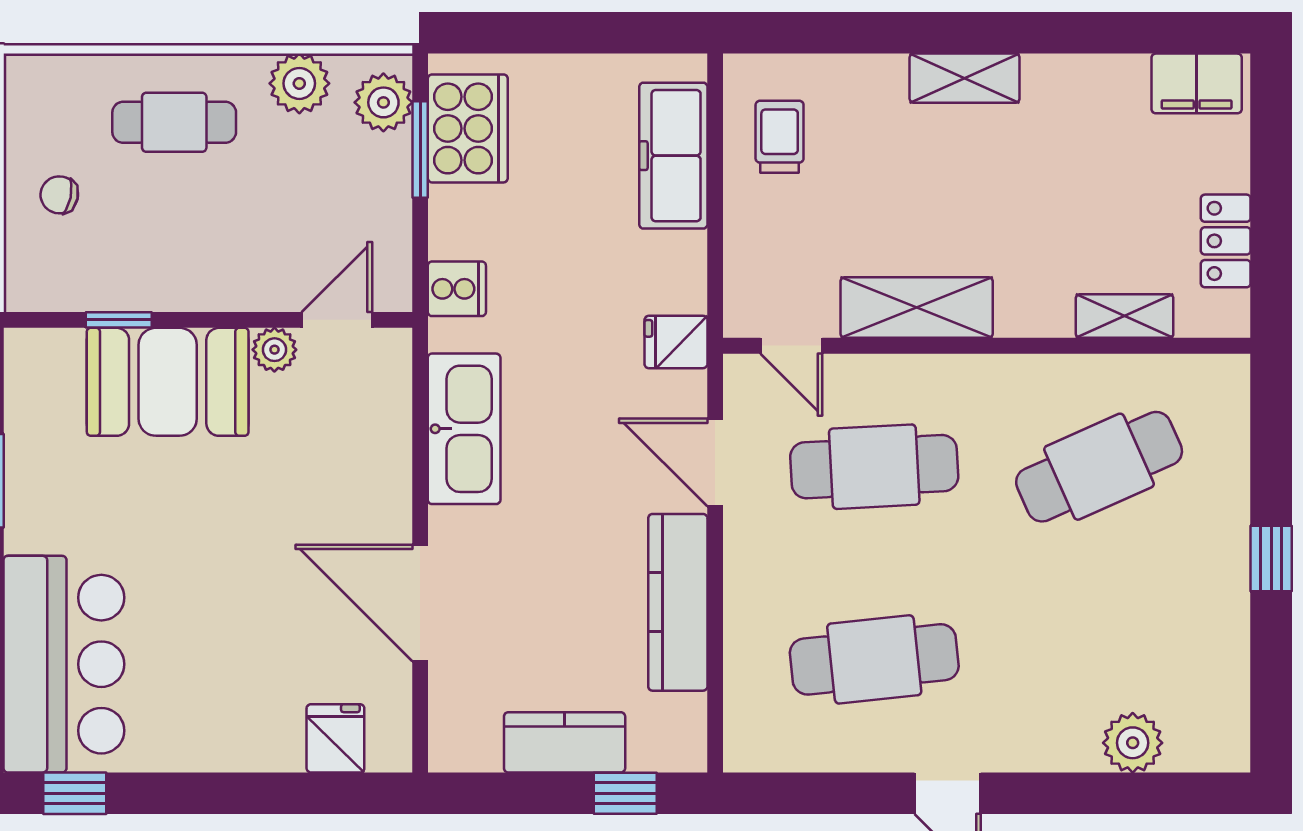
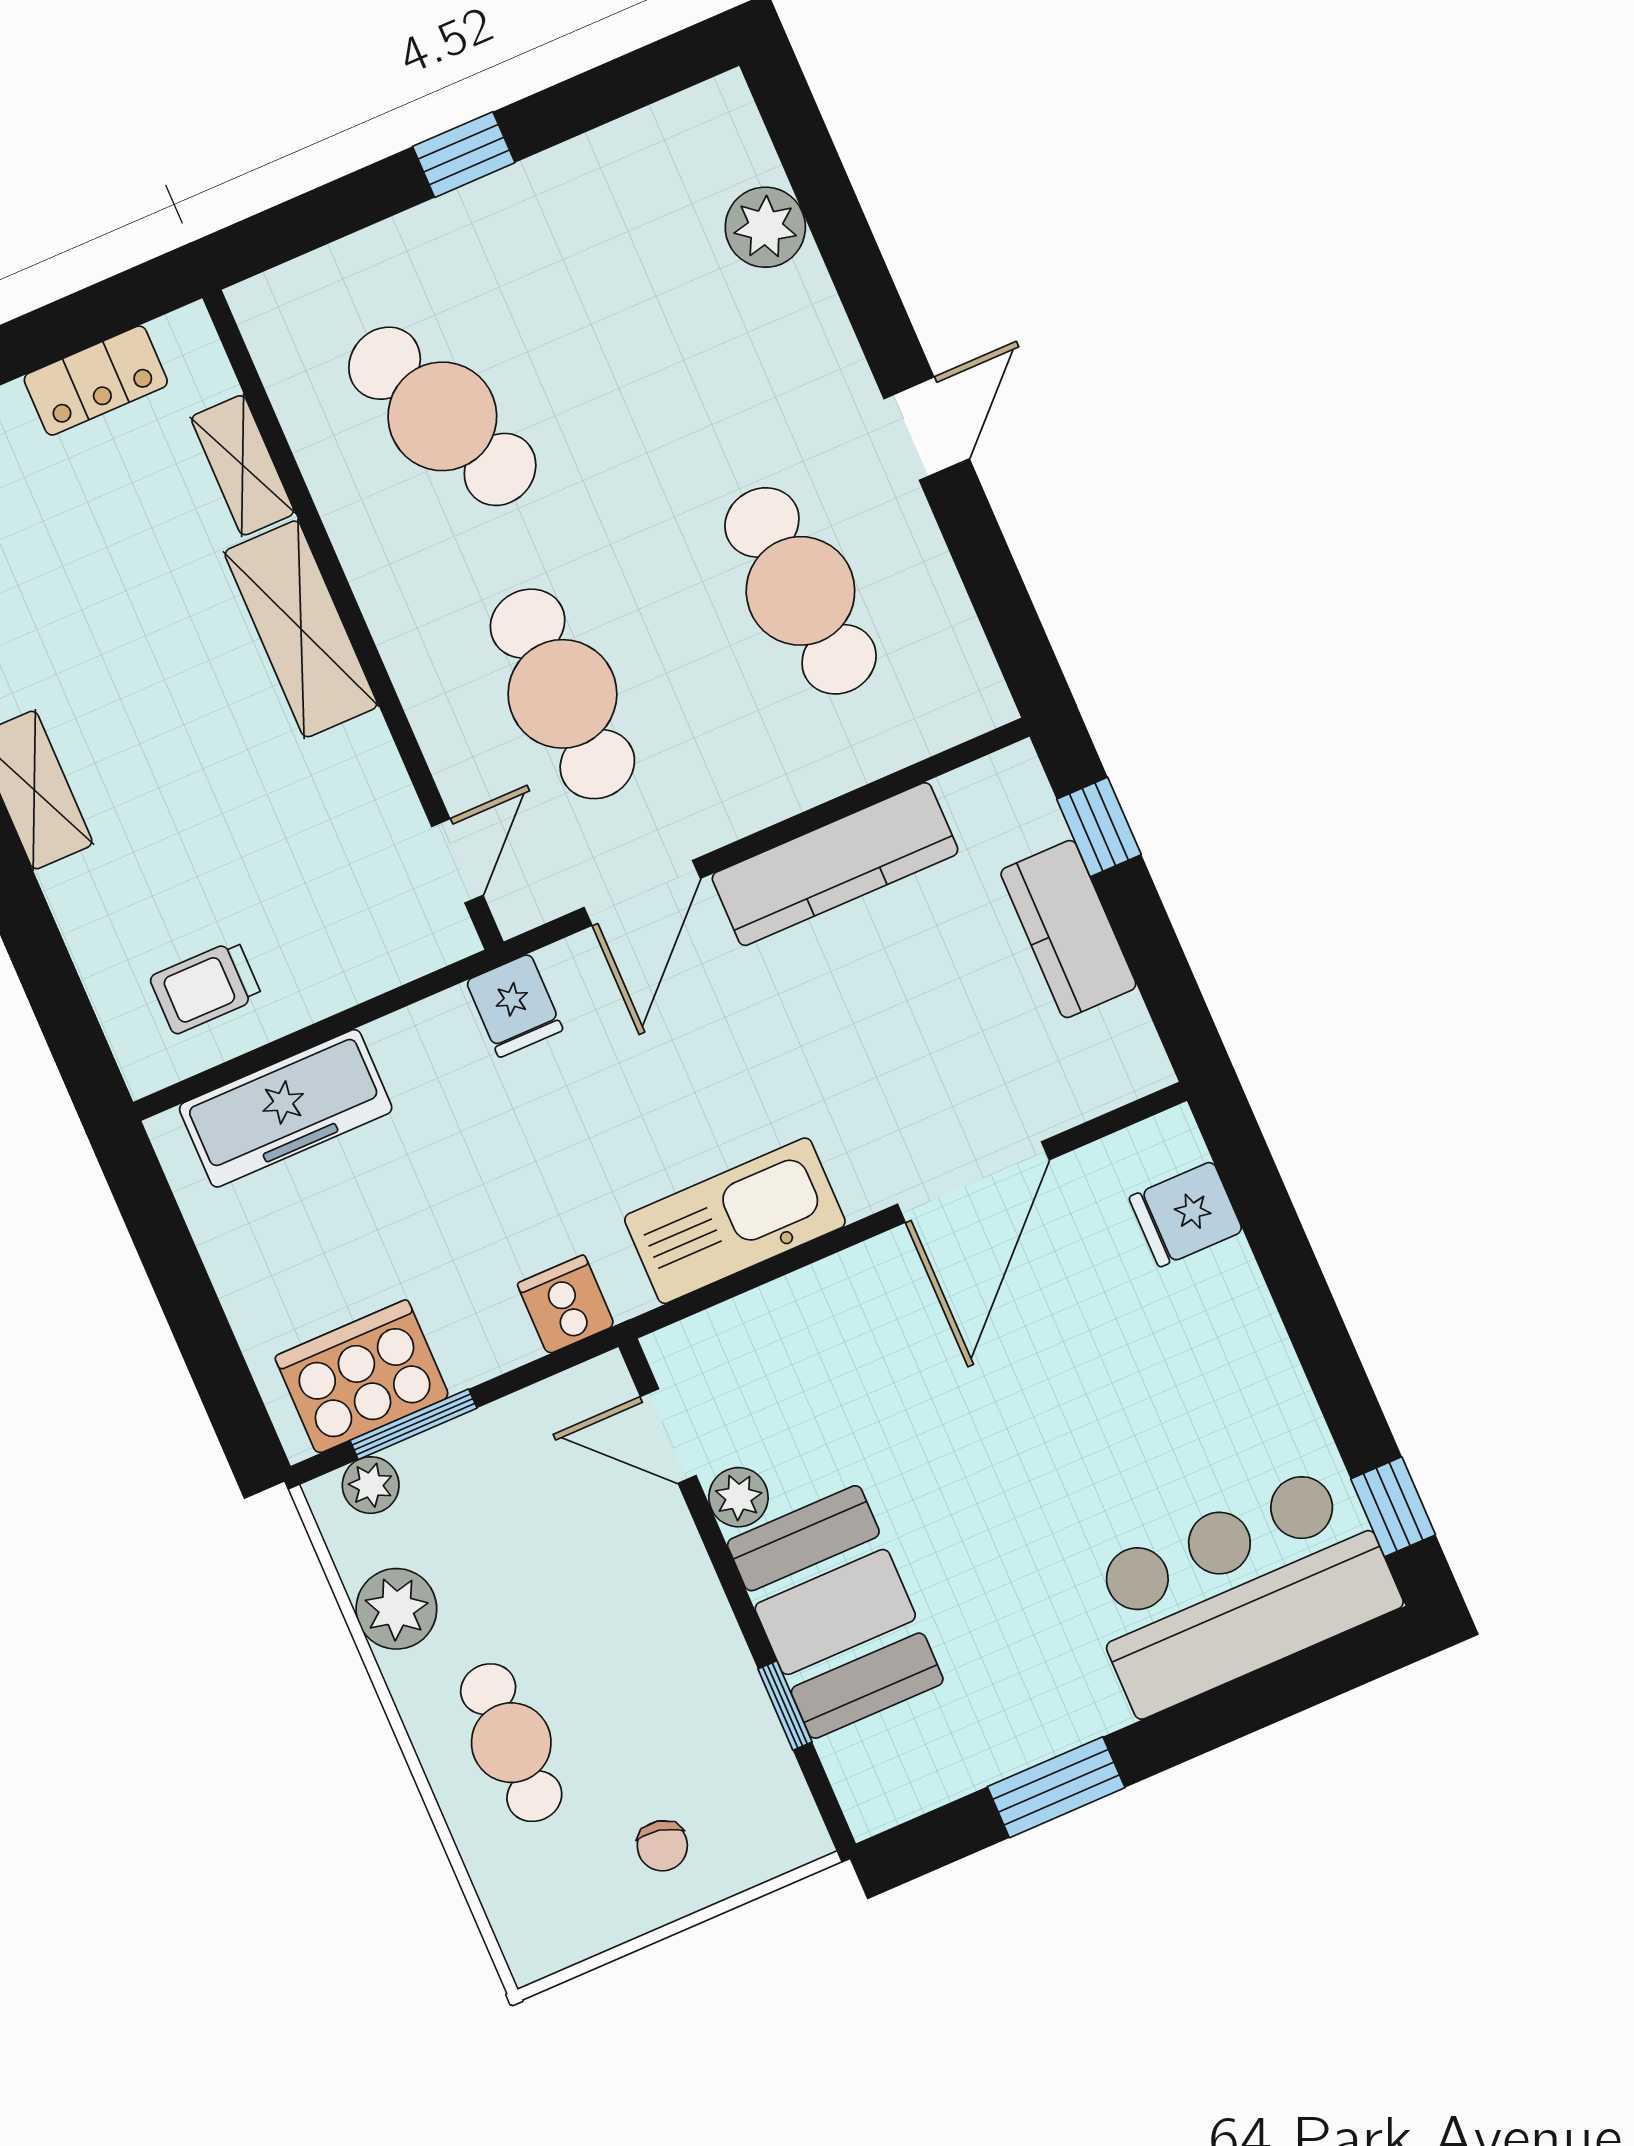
plant: (383, 102) -> (371, 1485), width x0.73, depth x0.73
shelving: (917, 308) -> (301, 629), moved

